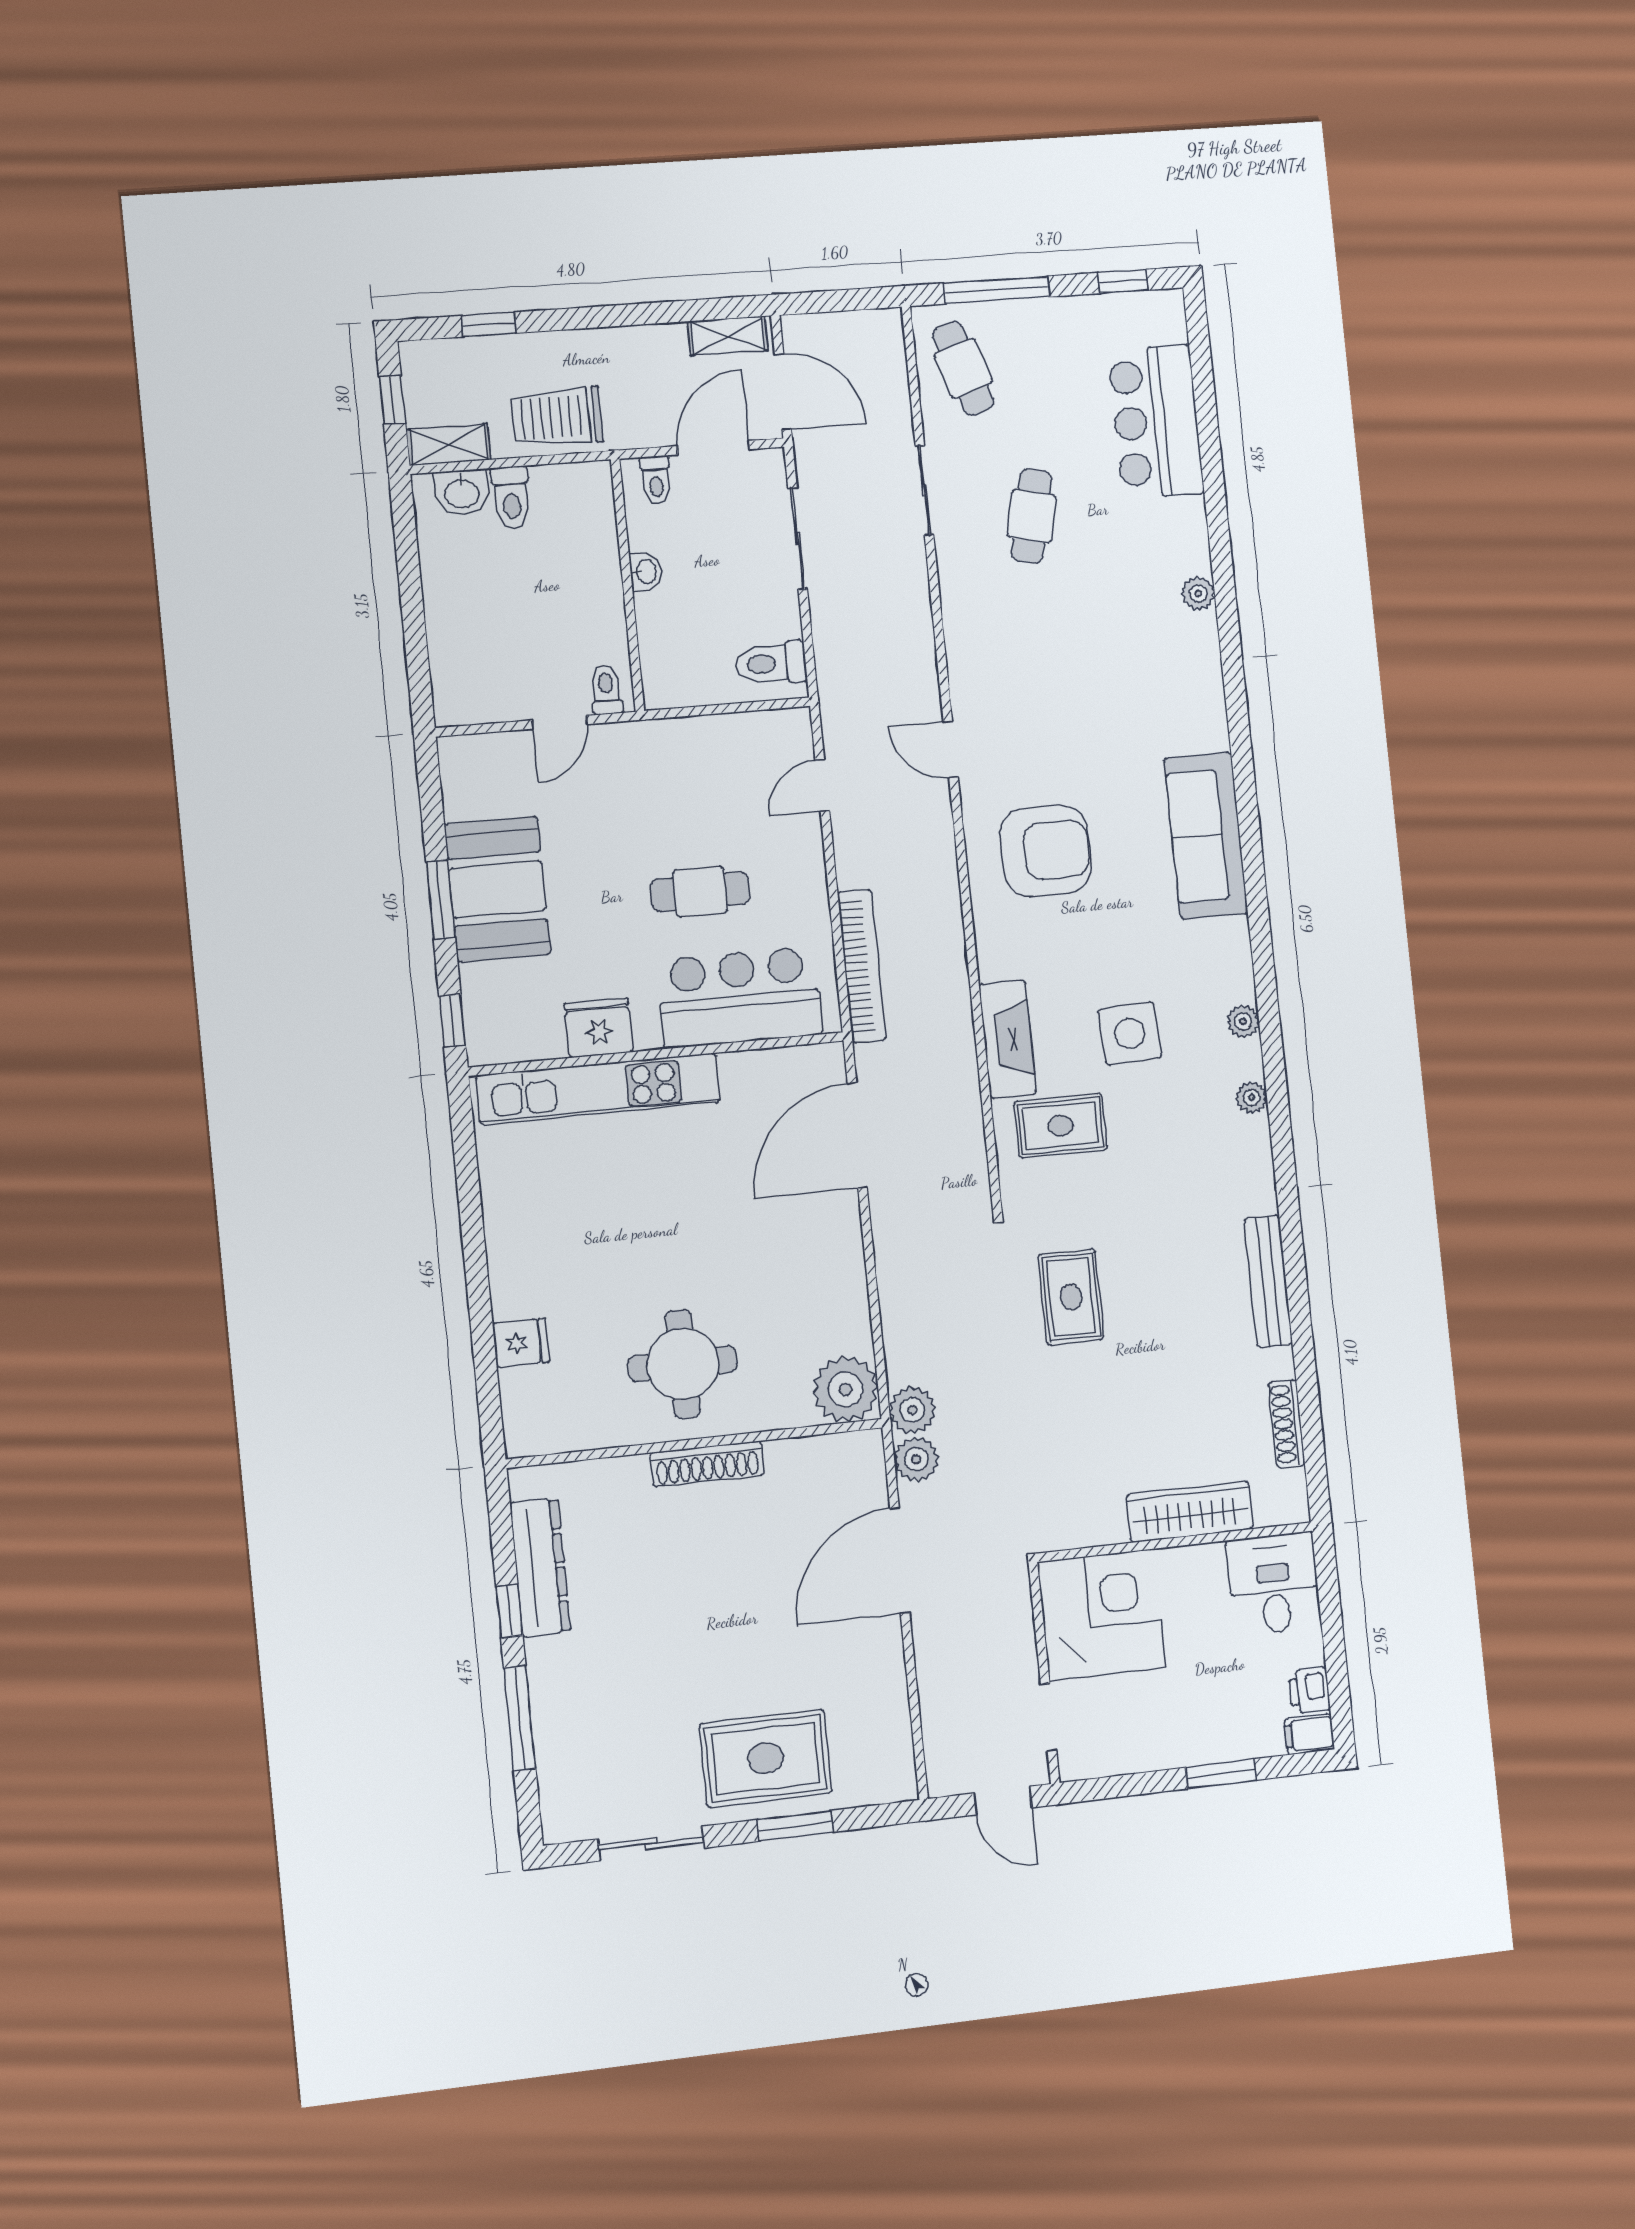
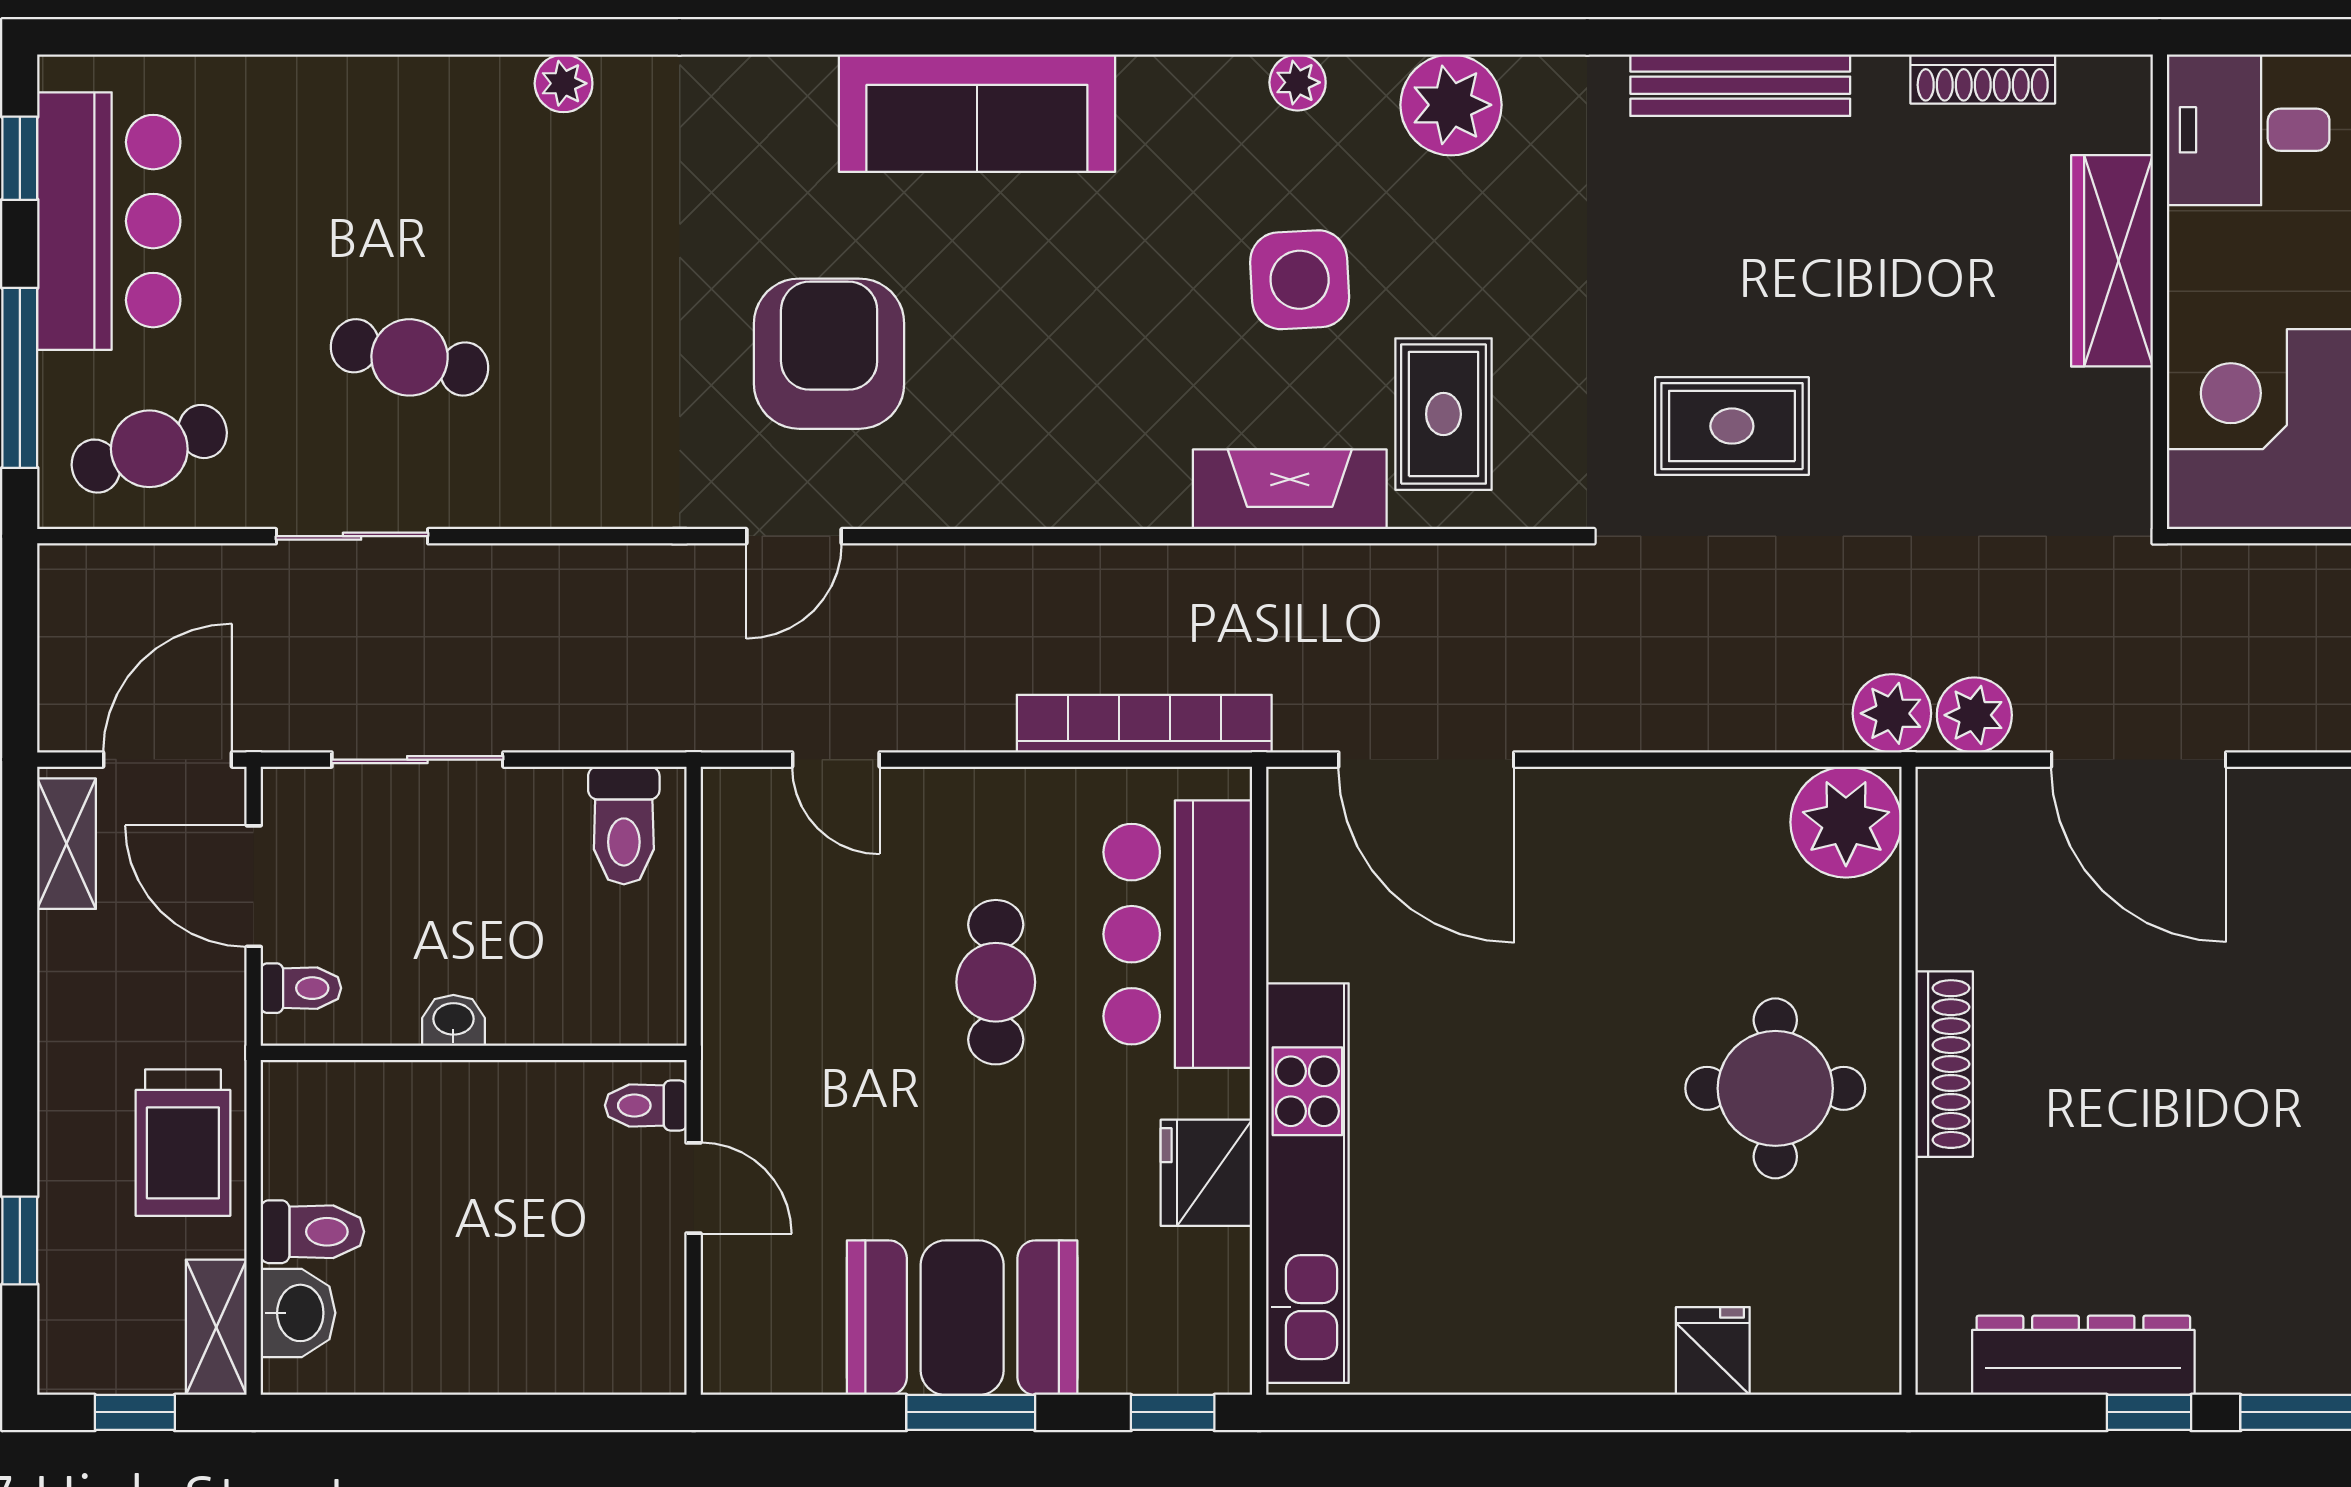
bar counter: (1156, 422) -> (109, 221), moved, turned -90
armchair: (1046, 851) -> (829, 354), moved
plant: (1252, 1097) -> (1451, 105), width x1.88, depth x1.88

